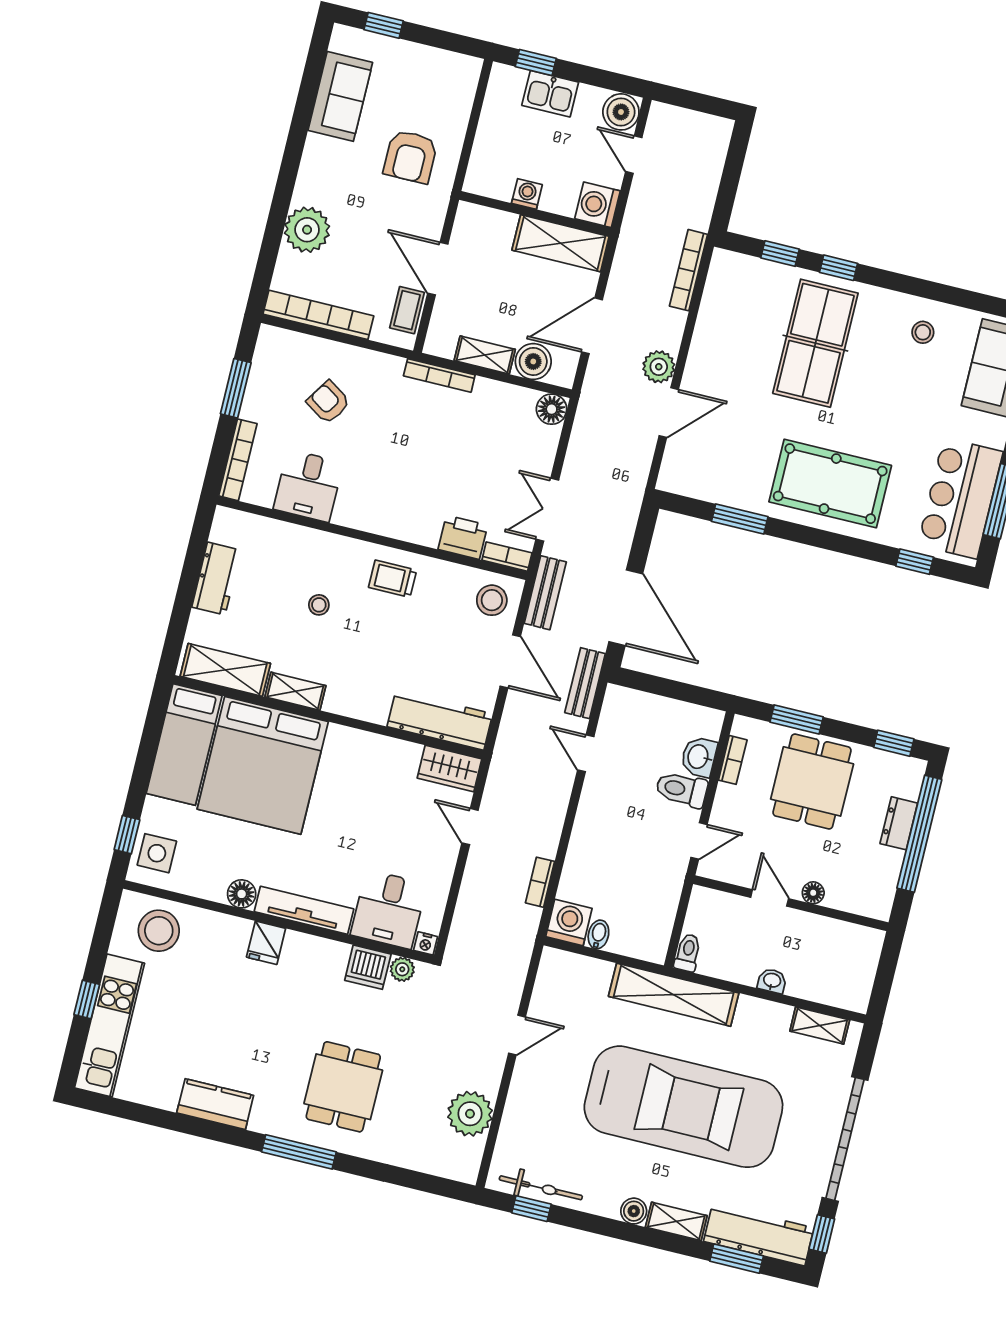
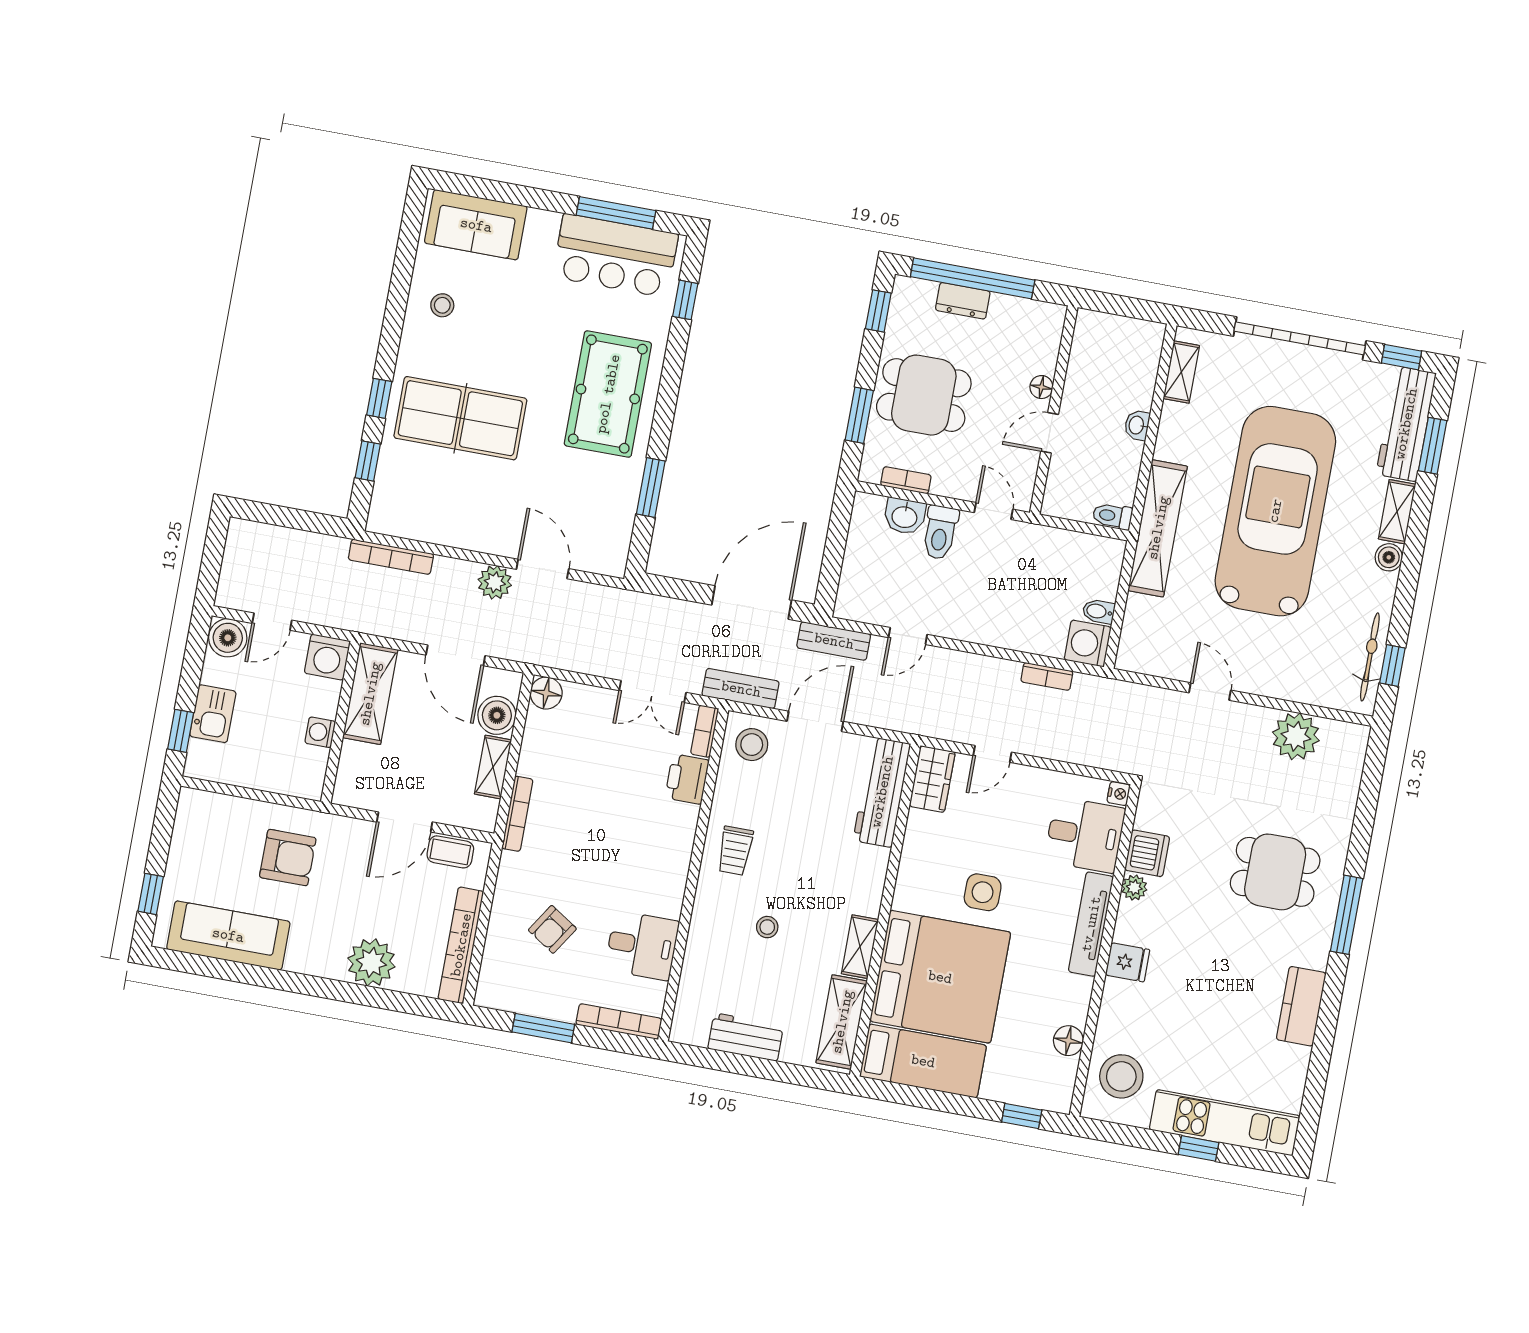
sofa: (340, 96) -> (228, 935), width x1.36
side table: (157, 853) -> (983, 892), moved
floor lamp: (242, 894) -> (1068, 1041), moved
plant: (402, 969) -> (1134, 888), moved

